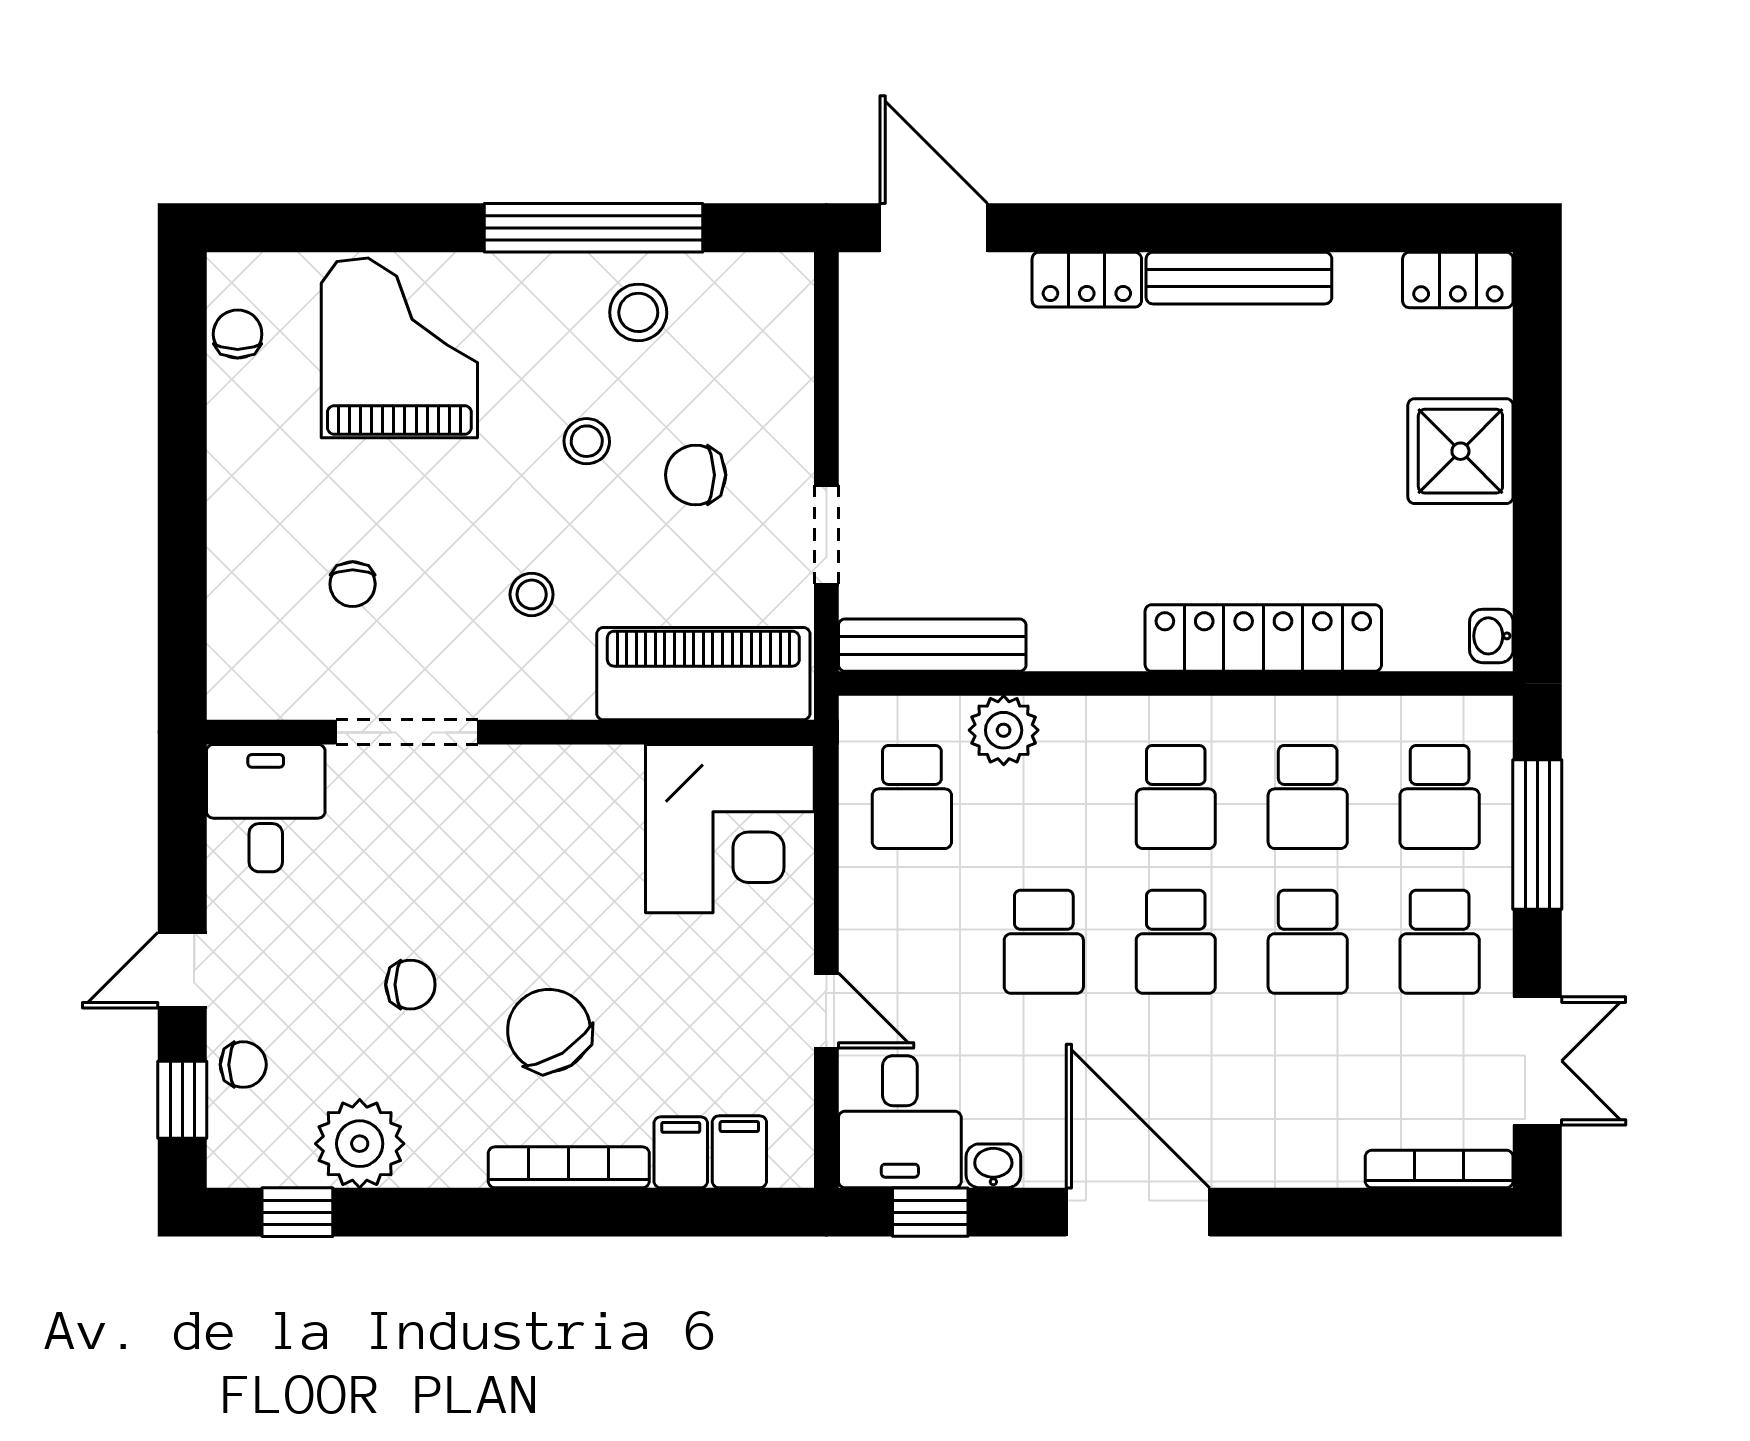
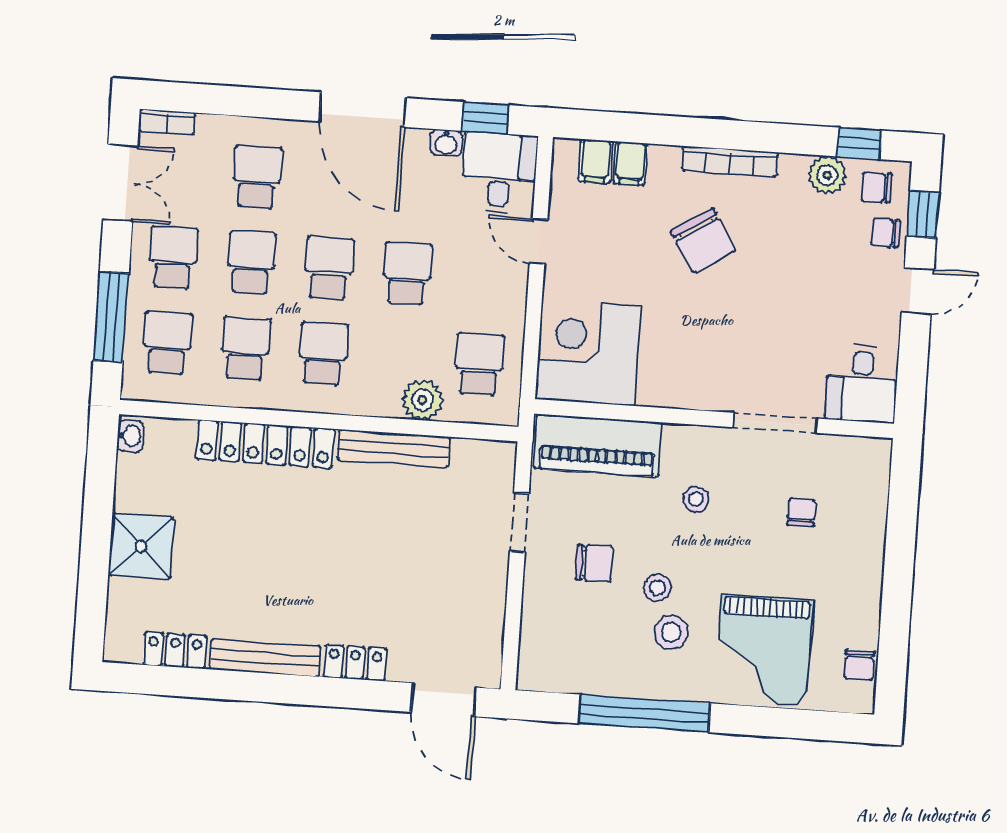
locker: (1458, 280) -> (175, 650), moved
stool: (638, 312) -> (671, 632), moved
bench: (932, 645) -> (394, 448), moved
chair: (410, 985) -> (877, 188), moved
double door: (1537, 1061) -> (120, 183), swing flipped
school desk: (1308, 1087) -> (257, 177), added
plant: (360, 1144) -> (827, 175), width x0.73, depth x0.73
bookcase: (569, 1167) -> (730, 161), moved
bookcase: (1439, 1169) -> (167, 122), width x0.64

